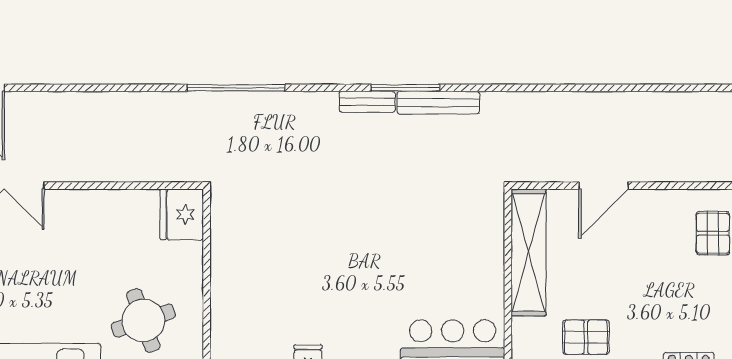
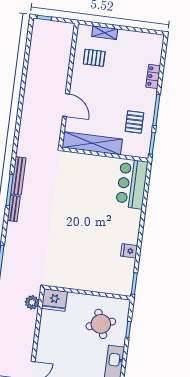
plant: (171, 167) -> (32, 302), added

